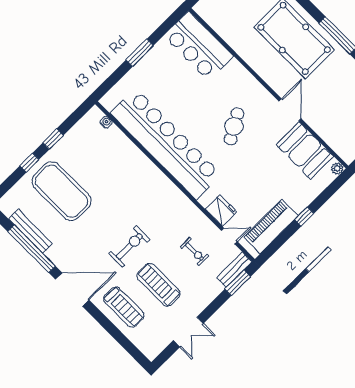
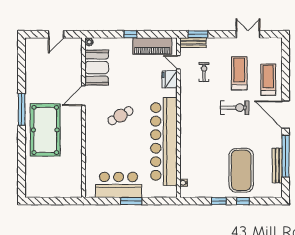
bar counter: (199, 46) -> (119, 185), moved, turned -90
exercise bike: (129, 246) -> (235, 108), turned 180
treadmill: (159, 285) -> (239, 73), turned 180

